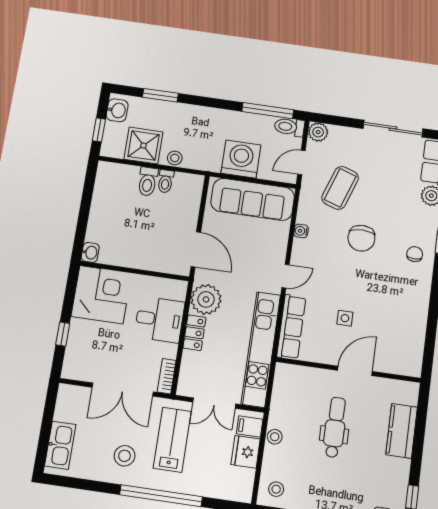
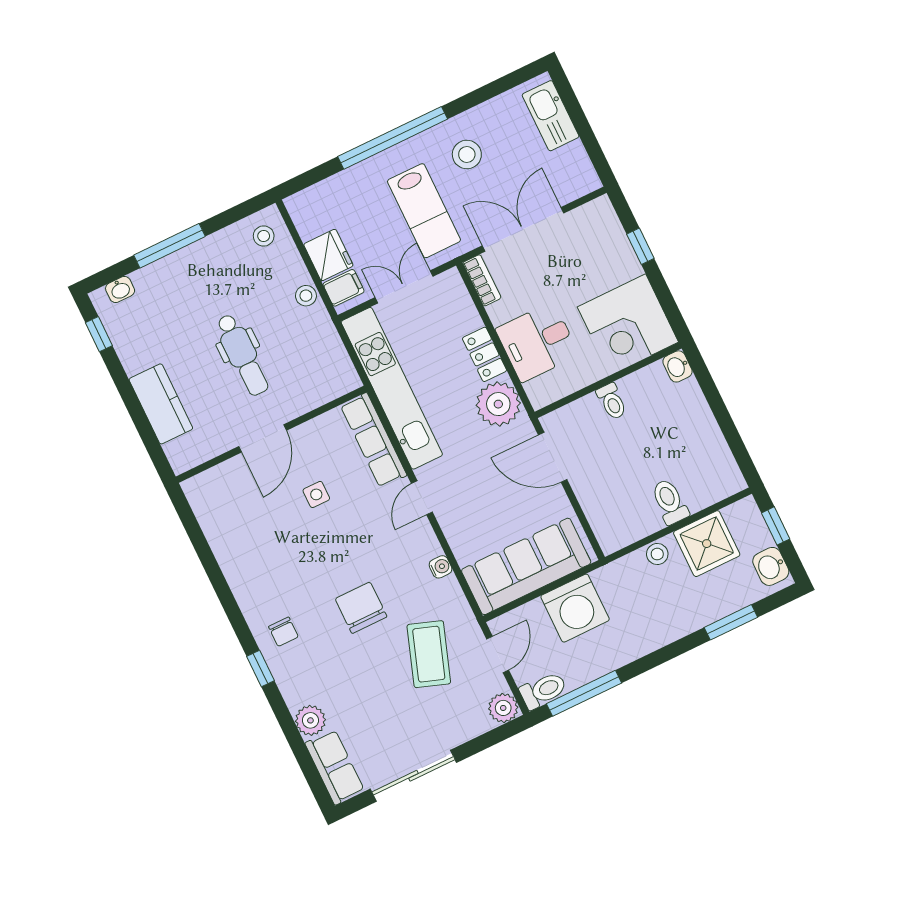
toilet: (166, 181) -> (612, 401), moved, turned 180

